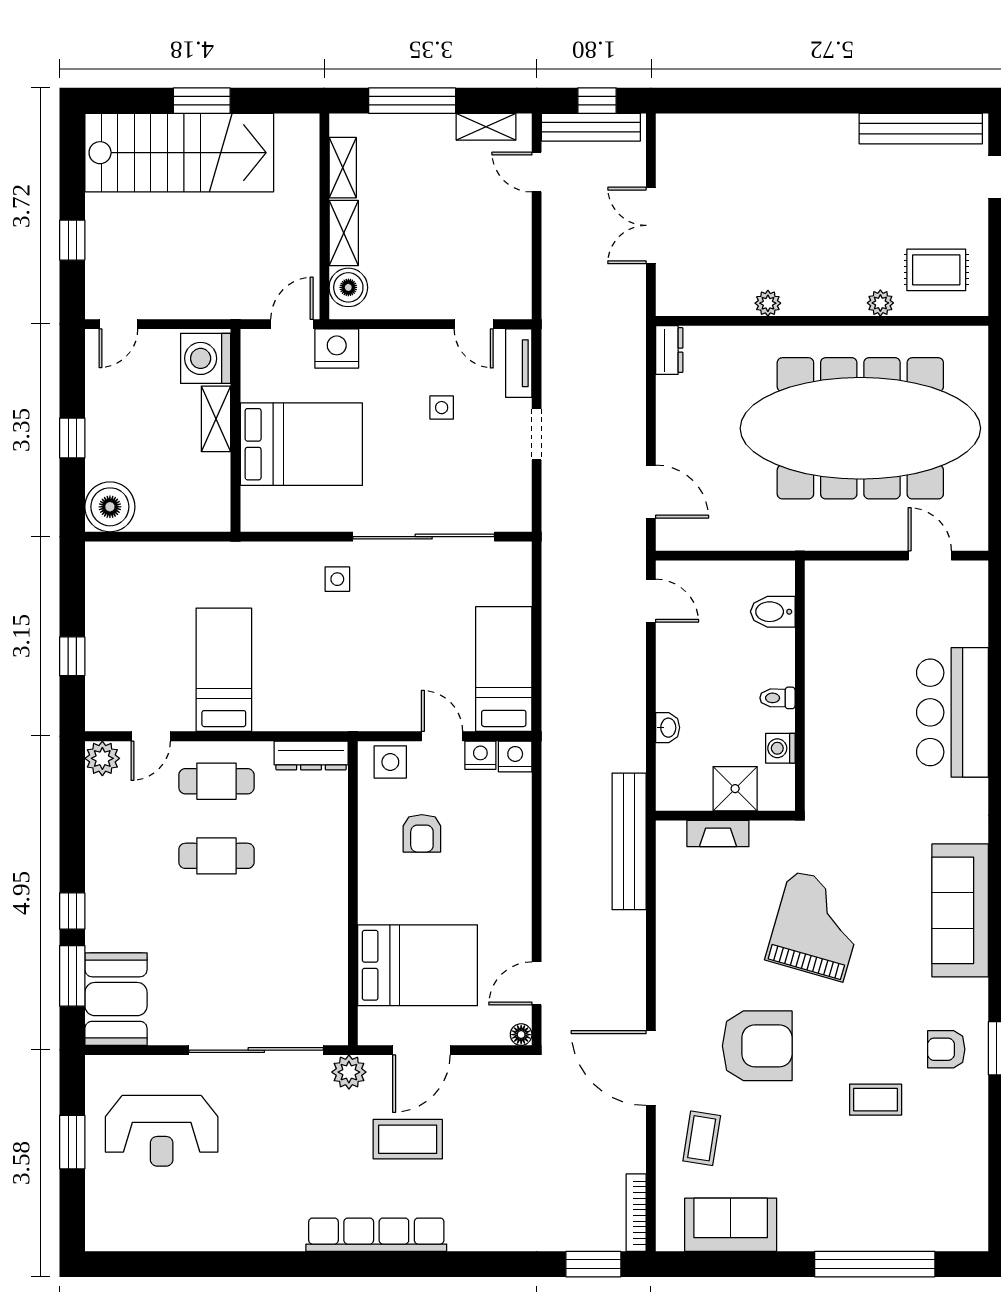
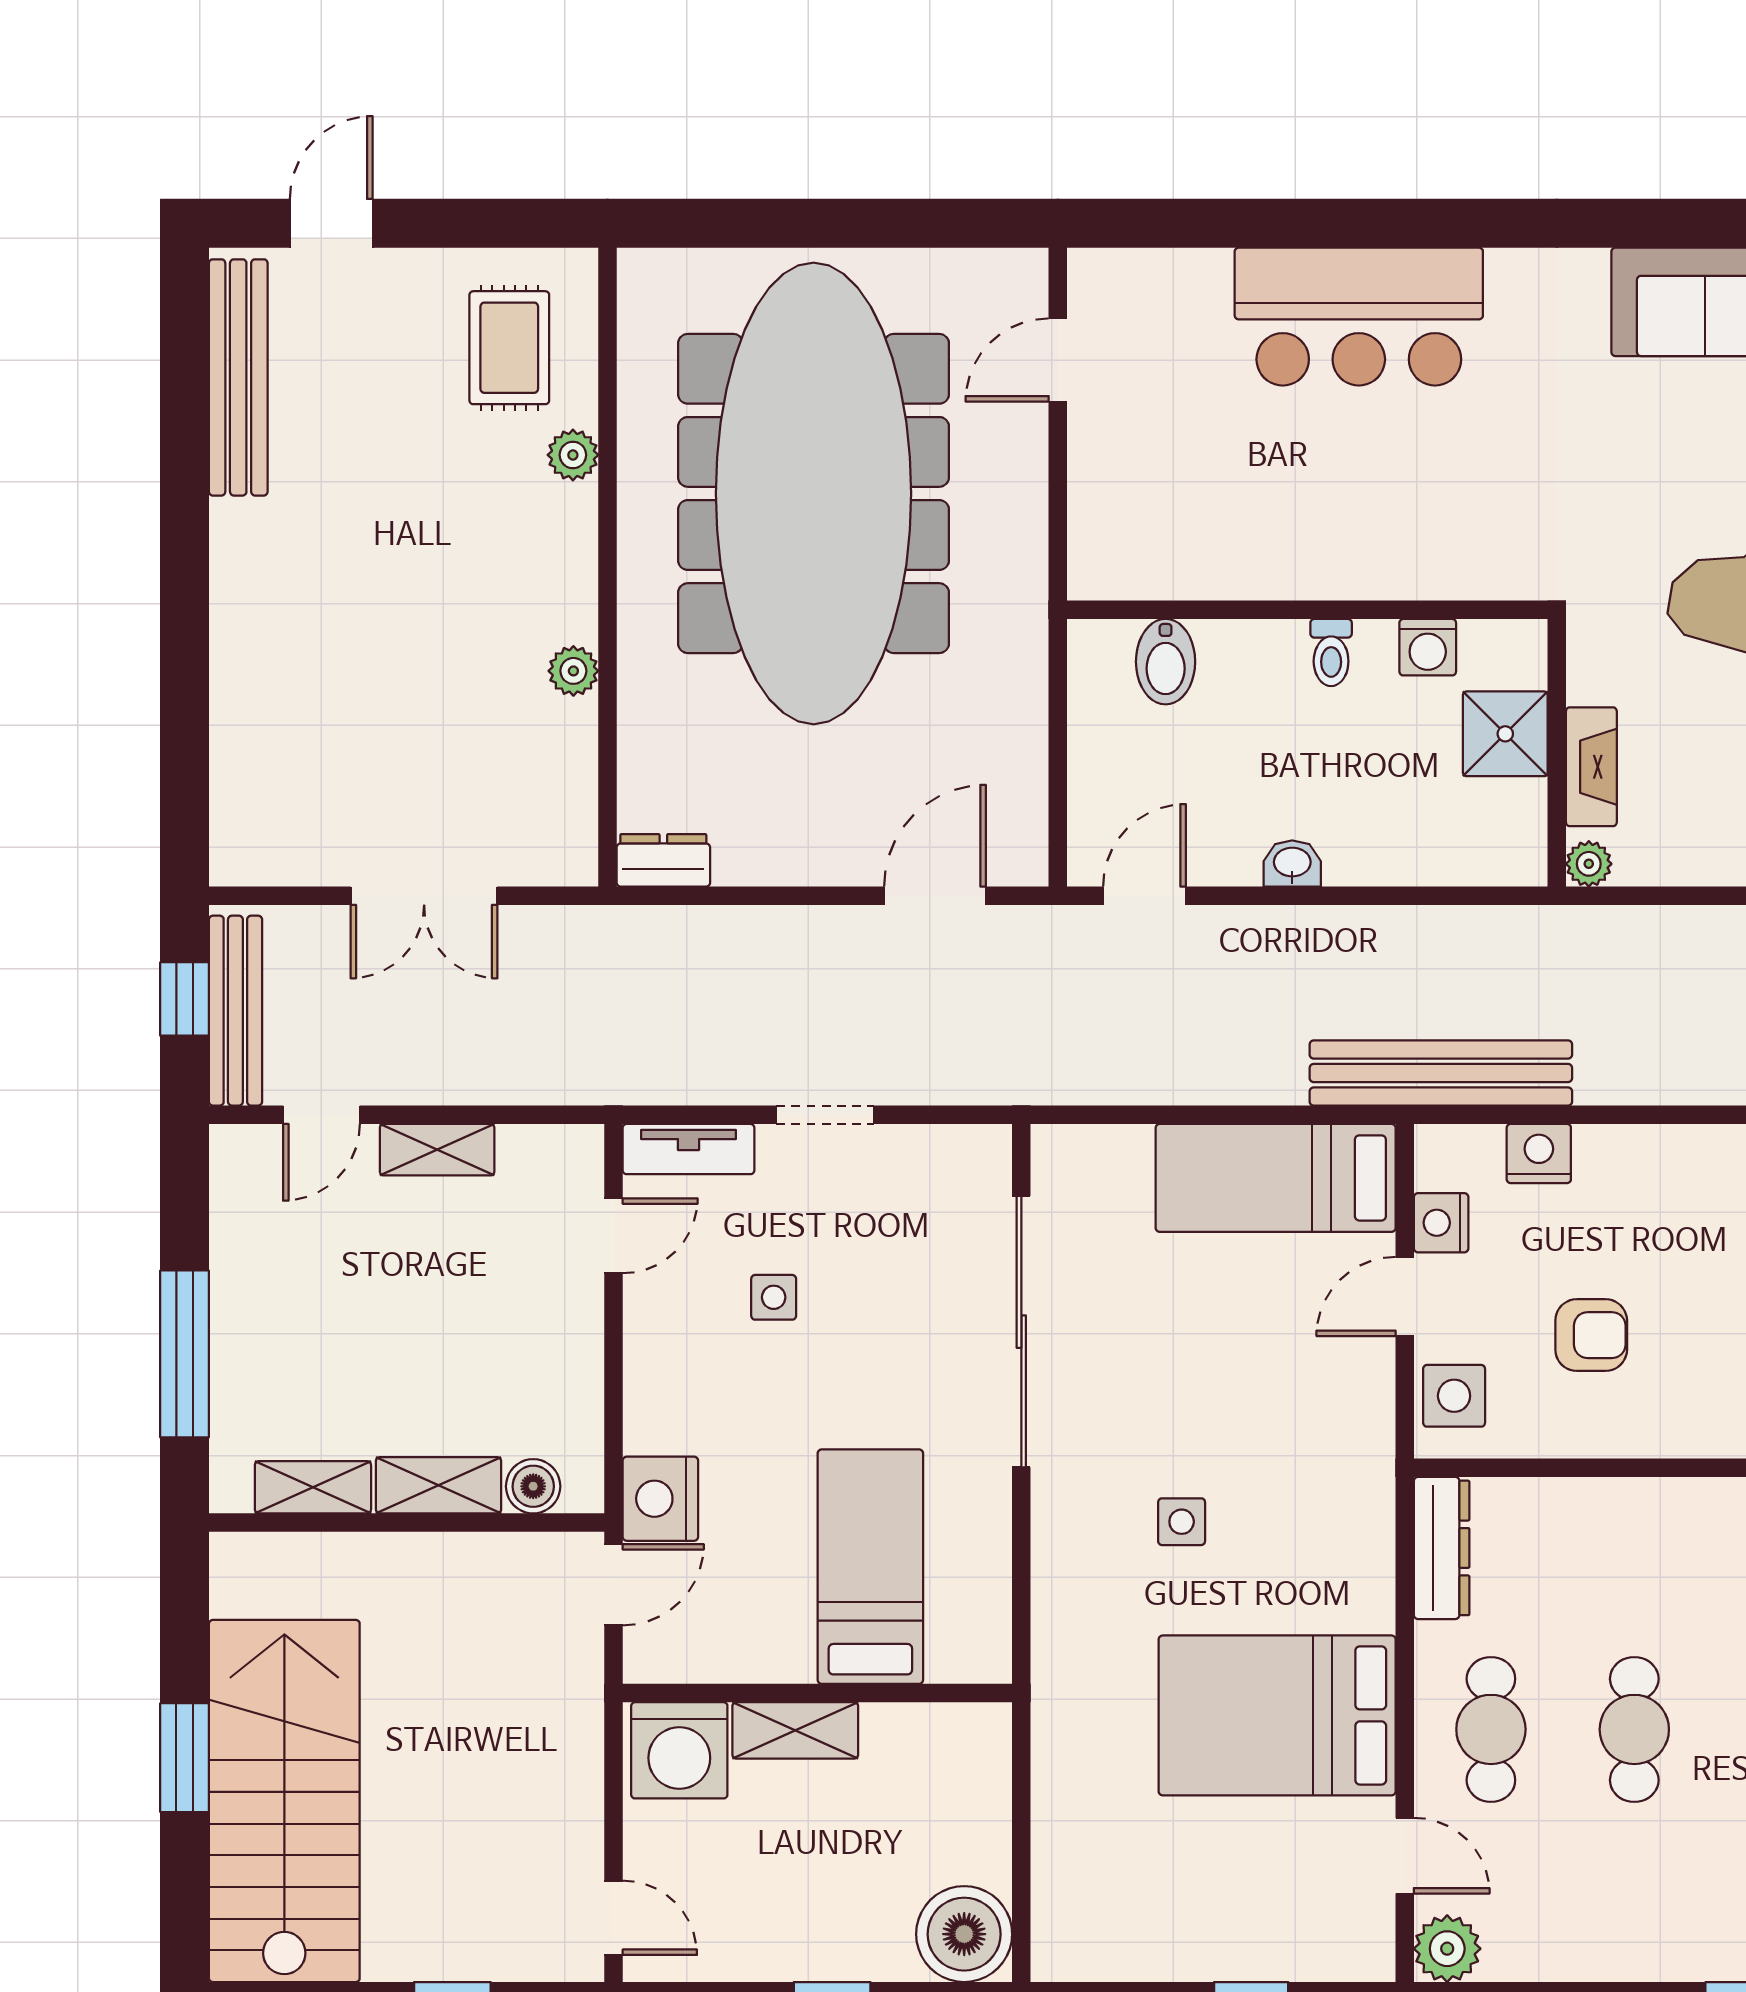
shelving: (486, 127) -> (437, 1150), moved, turned 90
boiler: (348, 287) -> (533, 1486), width x0.73, depth x0.73
door: (292, 324) -> (614, 1585), swing flipped
bed: (301, 444) -> (870, 1567), width x0.67
side table: (337, 579) -> (1182, 1522), moved
bed: (224, 670) -> (1277, 1715), width x1.50
washbasin: (668, 728) -> (1292, 863), moved
nightstand: (515, 756) -> (1539, 1154), moved, turned 90
plant: (667, 832) -> (1589, 864), added
bench: (629, 841) -> (1441, 1073), moved

